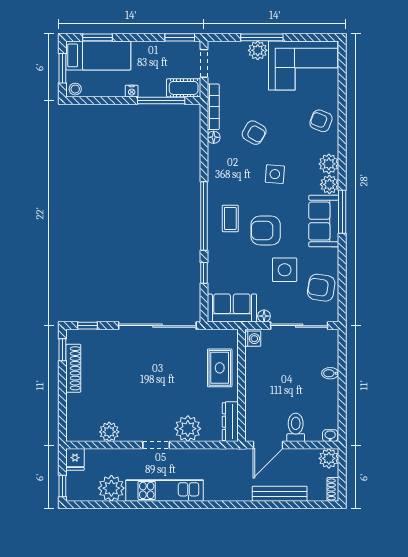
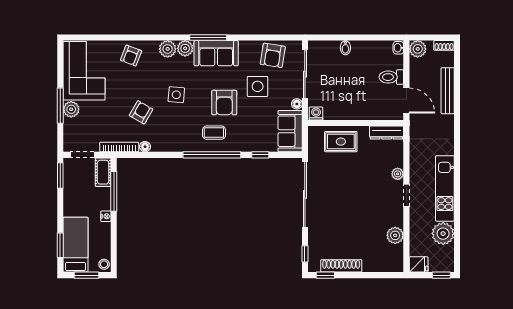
plant: (188, 429) -> (398, 174), width x0.53, depth x0.53

